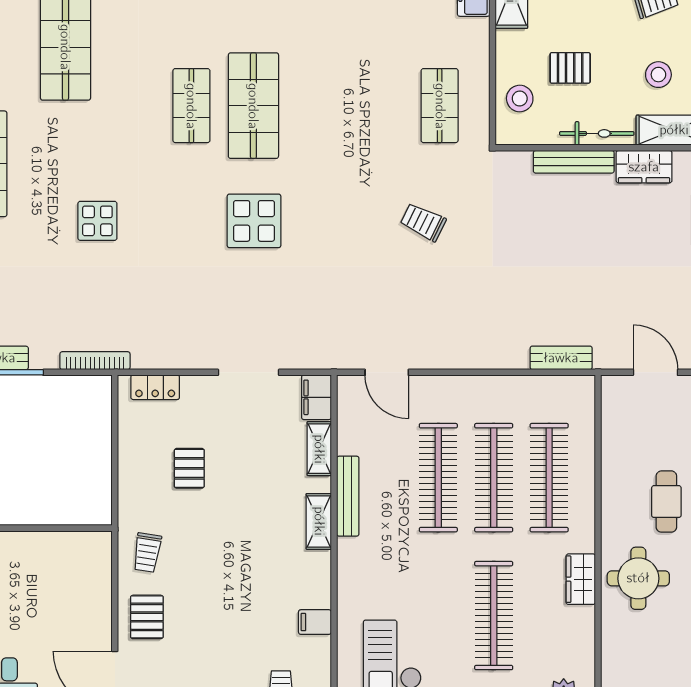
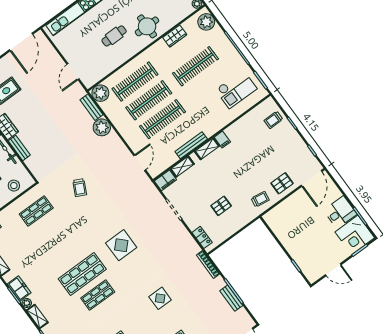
bench: (574, 162) -> (19, 148), width x0.73
plant: (508, 349) -> (102, 127), added
plant: (576, 395) -> (100, 93), added
wardrobe: (581, 579) -> (175, 36), moved
filing cabinet: (315, 622) -> (222, 140), moved

